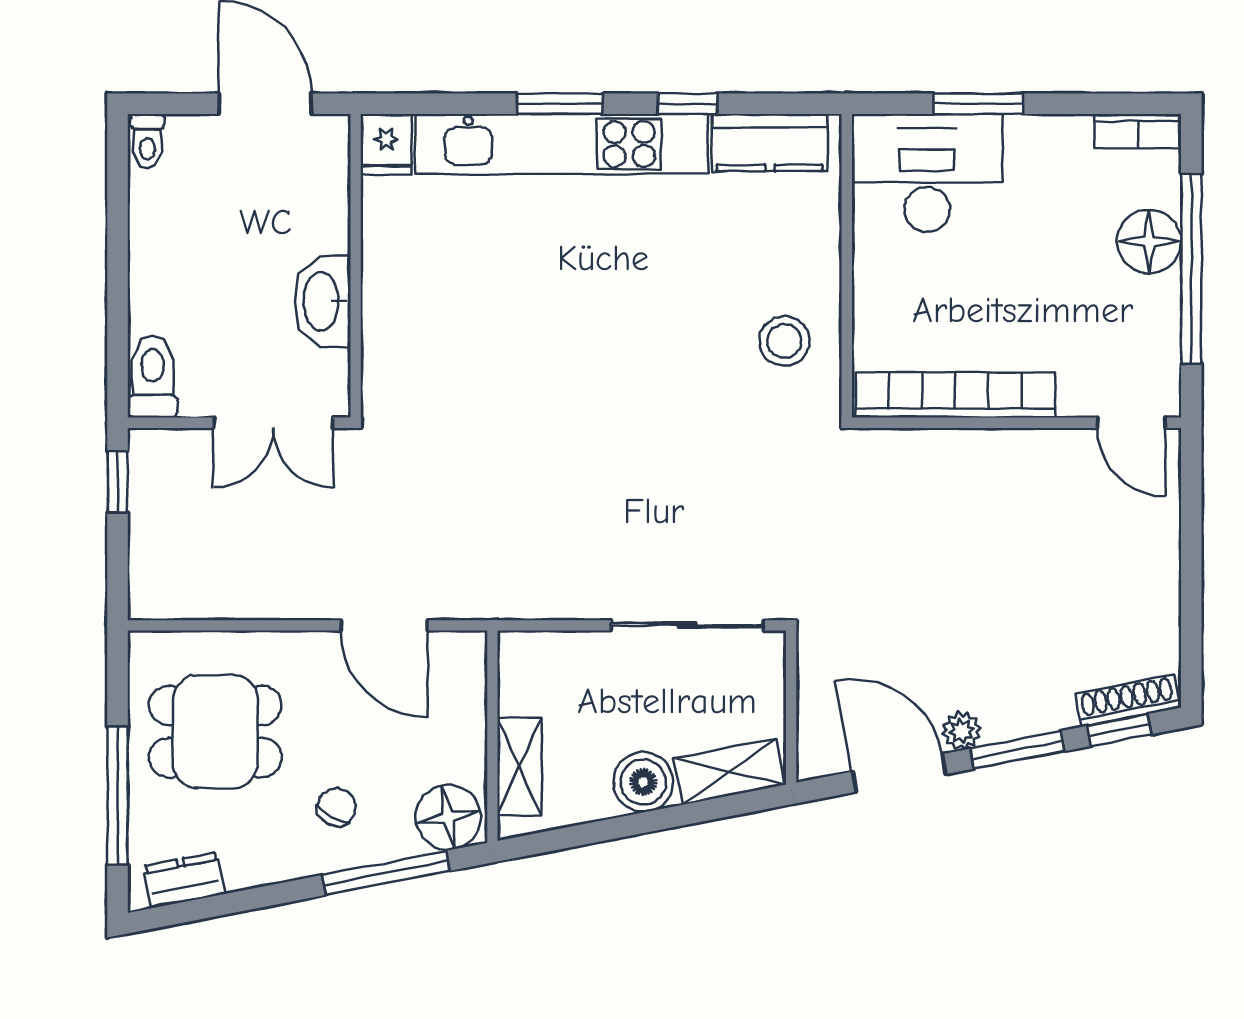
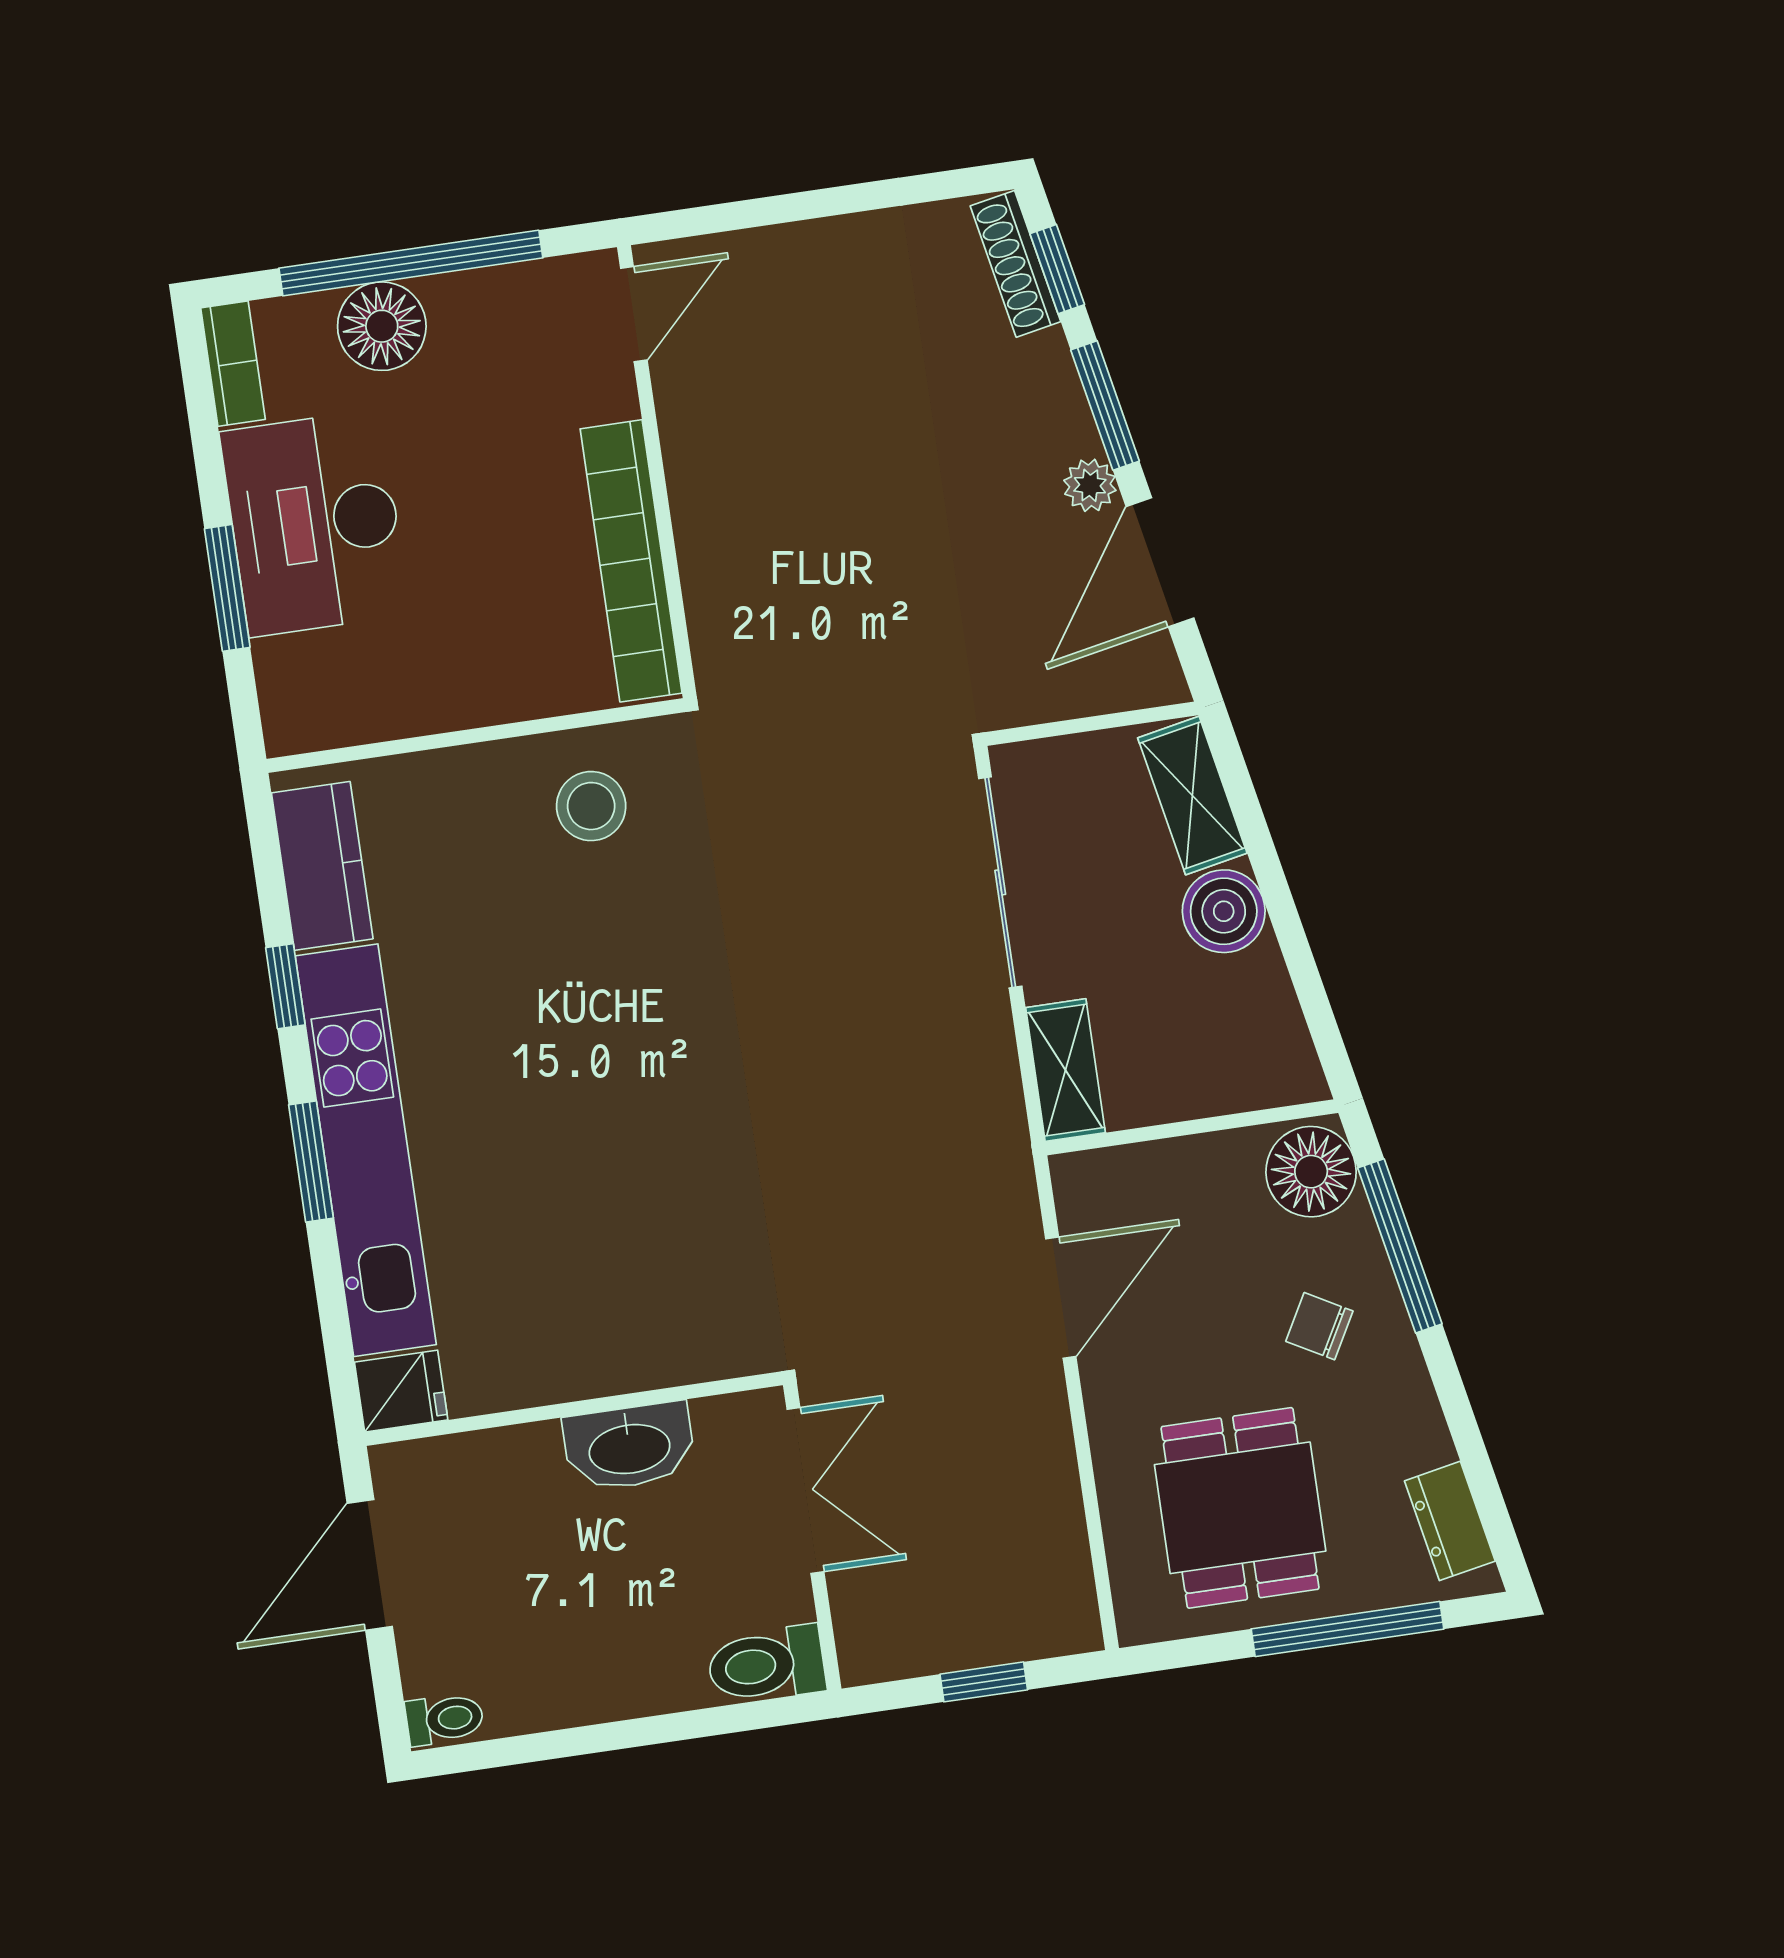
desk: (927, 173) -> (315, 523), moved
window: (118, 482) -> (984, 1682), moved
shelving: (519, 767) -> (1065, 1070), moved, turned 90

